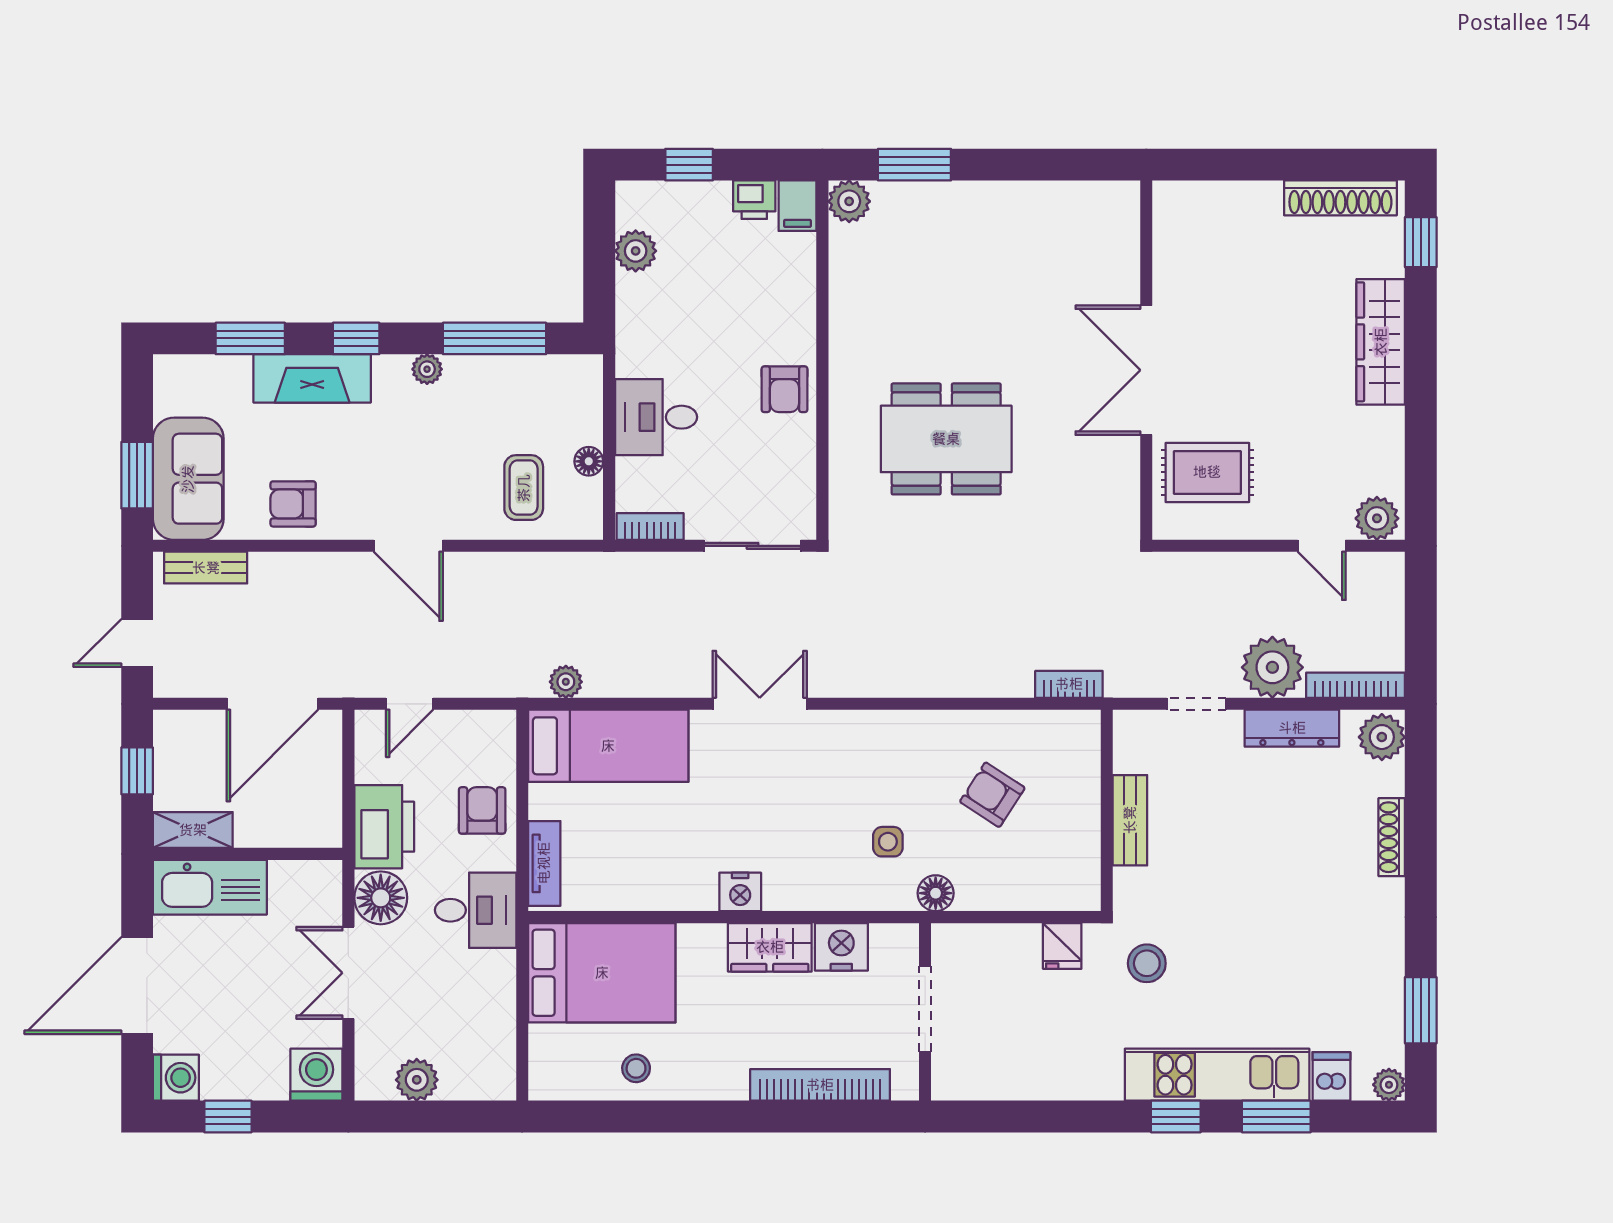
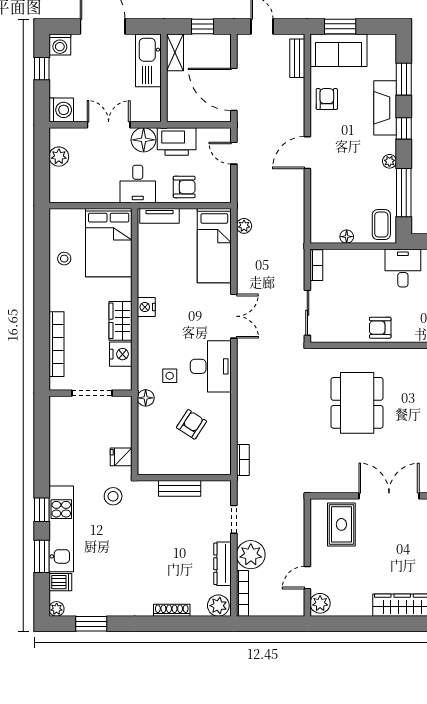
desk: (656, 417) -> (403, 268), moved
coffee table: (524, 488) -> (381, 225), moved, turned 90
desk: (868, 753) -> (211, 366), added

